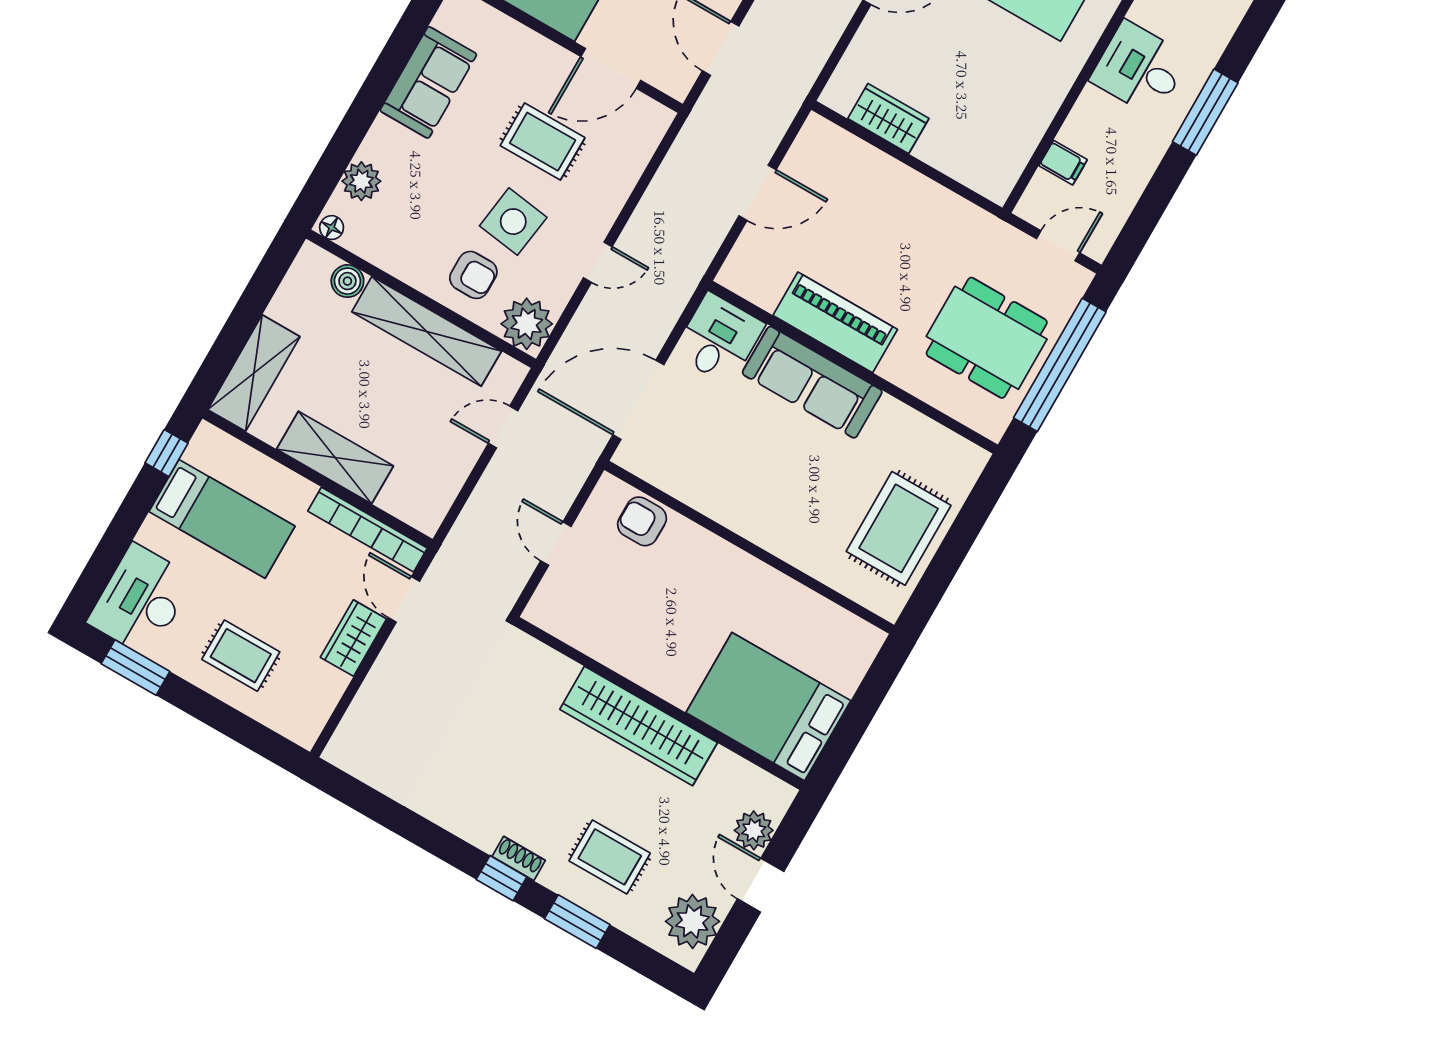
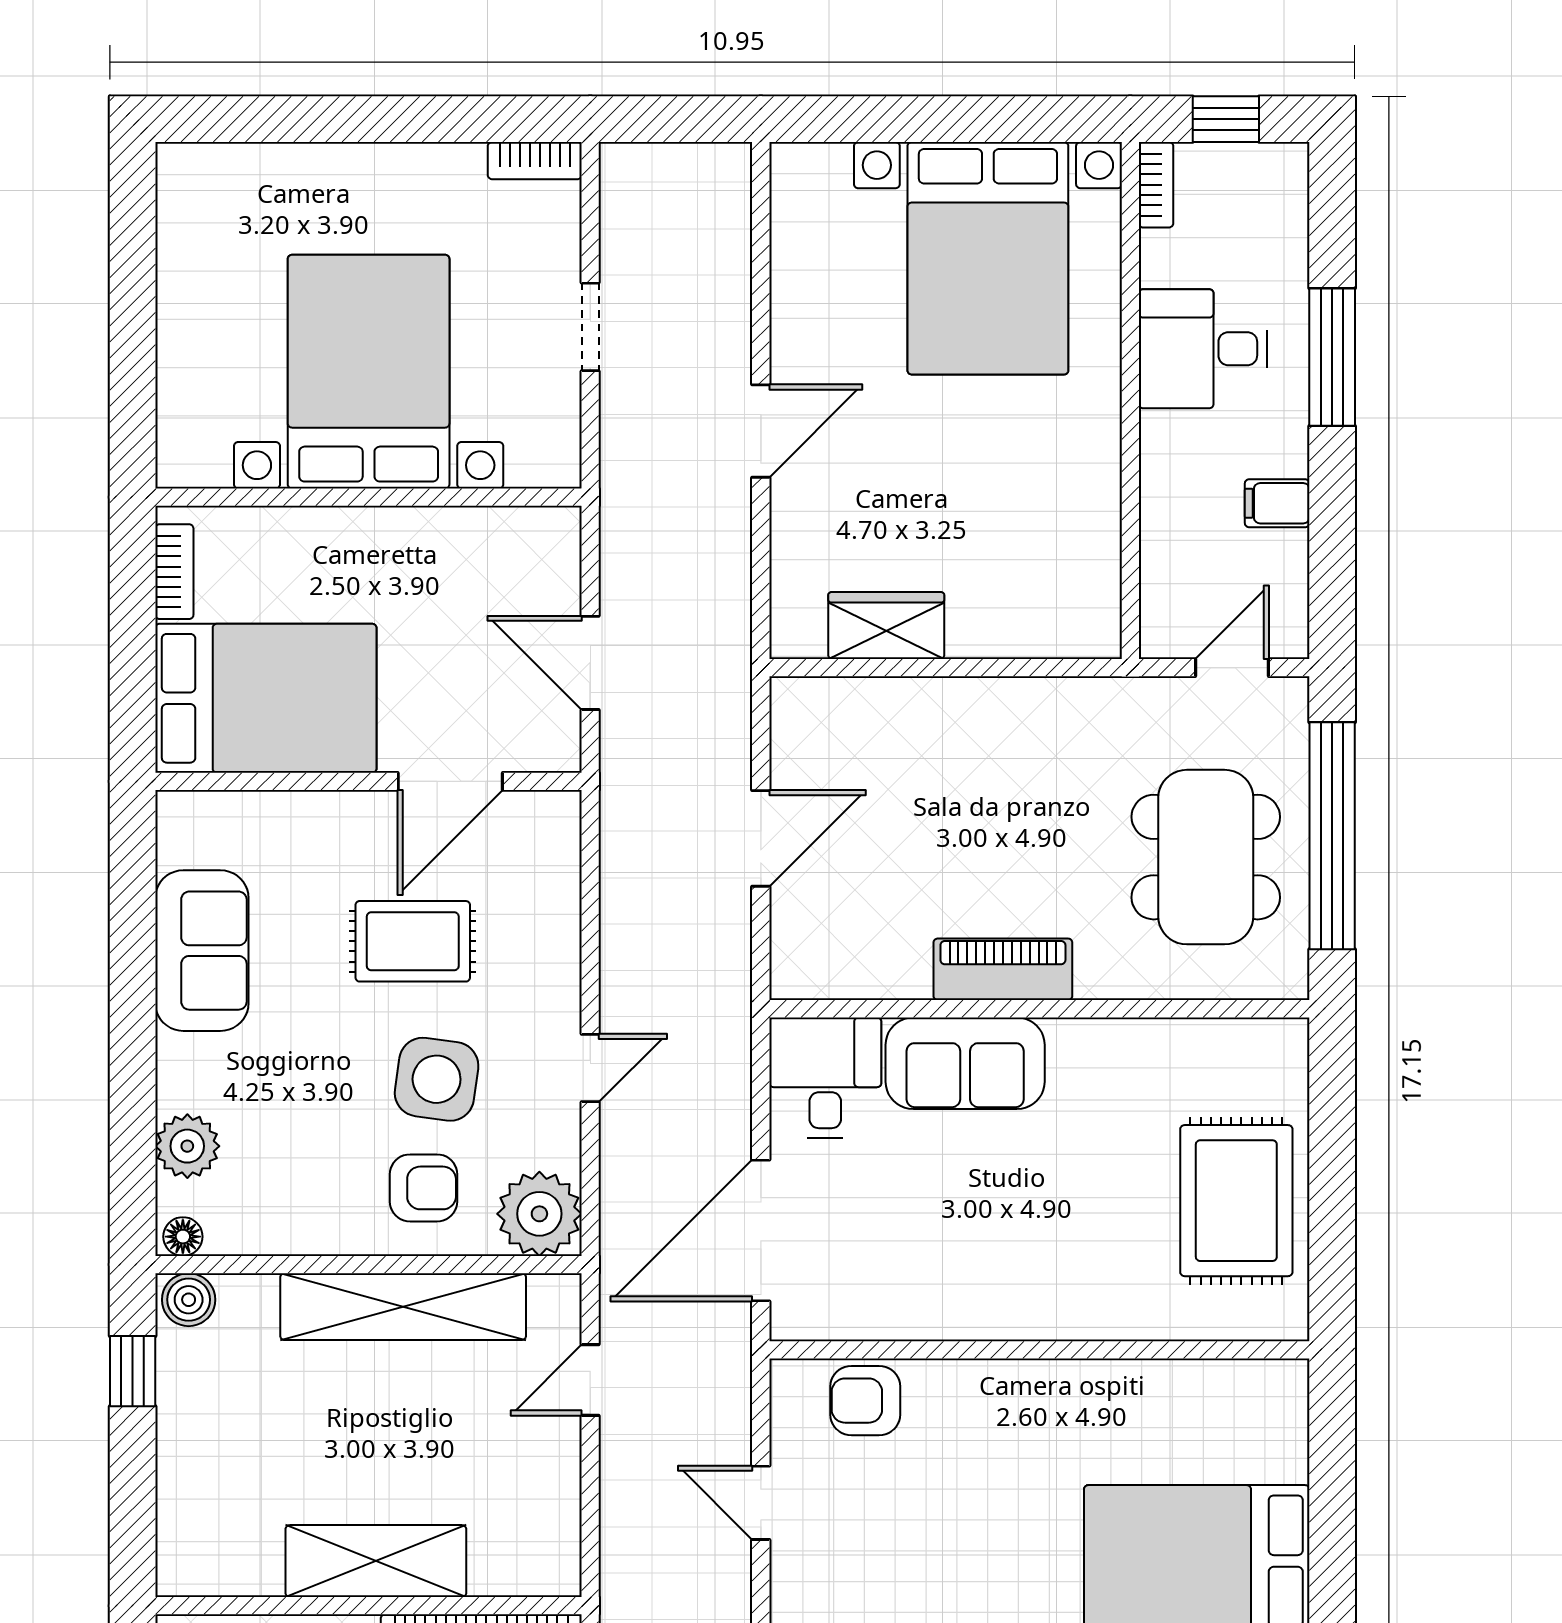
filing cabinet: (1063, 163) -> (1277, 503), moved, turned 180
boiler: (347, 281) -> (189, 1300), moved
window: (264, 283) -> (133, 1371), added
piano: (835, 322) -> (1003, 969), width x0.73, depth x0.75
dining table: (987, 338) -> (1206, 857), turned 90
shelving: (254, 373) -> (191, 1507), removed
sofa: (812, 382) -> (965, 1063), width x0.73

